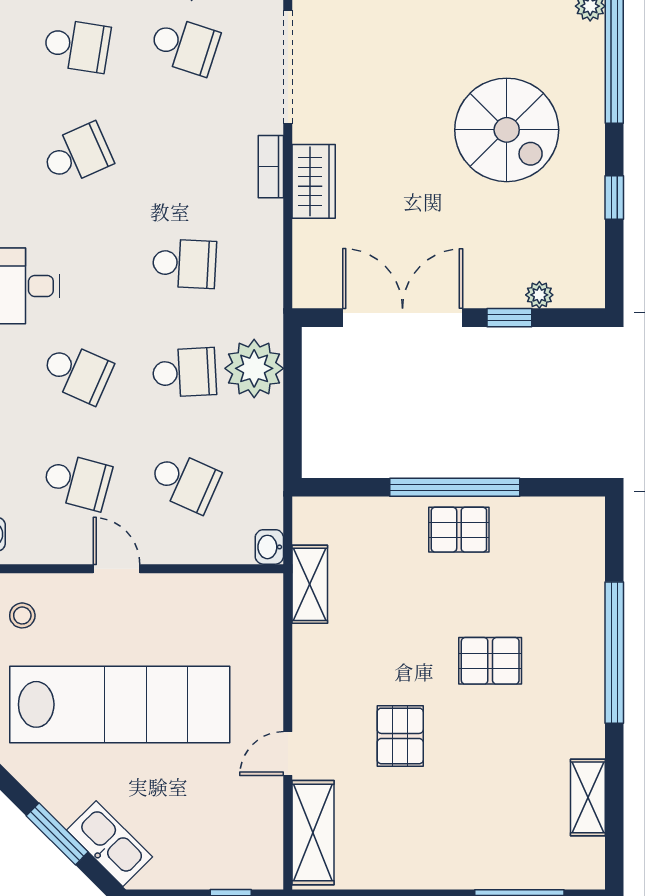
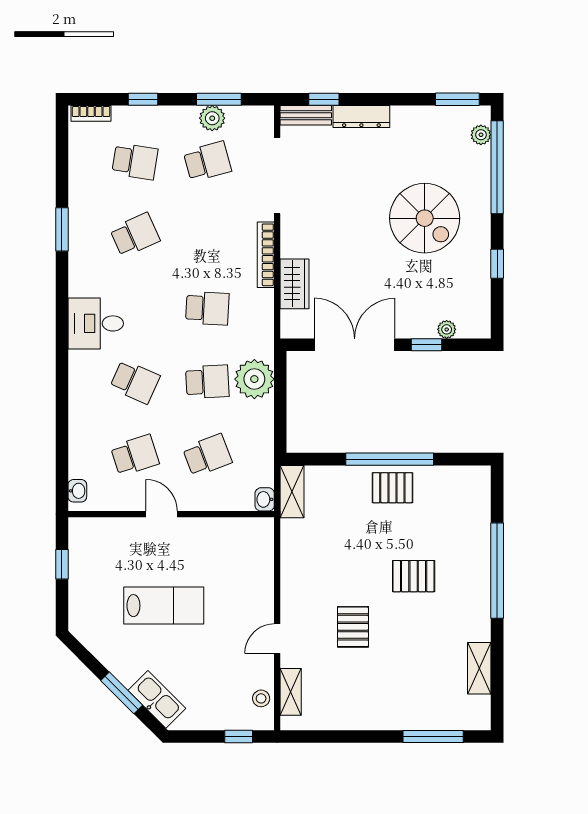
school desk: (184, 46) -> (207, 161), turned -33
bookcase: (271, 167) -> (266, 255), width x1.56
wardrobe: (314, 181) -> (295, 284), moved
school desk: (77, 481) -> (135, 455), turned -33
school desk: (184, 481) -> (207, 455), turned -45
shelving: (310, 584) -> (292, 492), moved
stool: (22, 615) -> (261, 698), moved
lab bench: (120, 704) -> (164, 606), width x0.54, depth x0.72
shelving: (313, 833) -> (291, 692), width x0.67, depth x0.75

